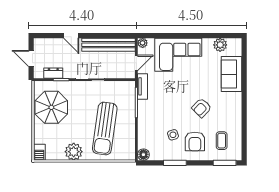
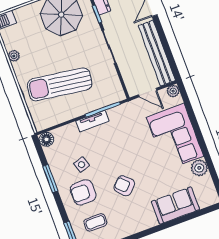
plant: (220, 45) -> (199, 168), moved
tv unit: (143, 86) -> (92, 121), moved
plant: (74, 152) -> (14, 56), width x0.53, depth x0.53

